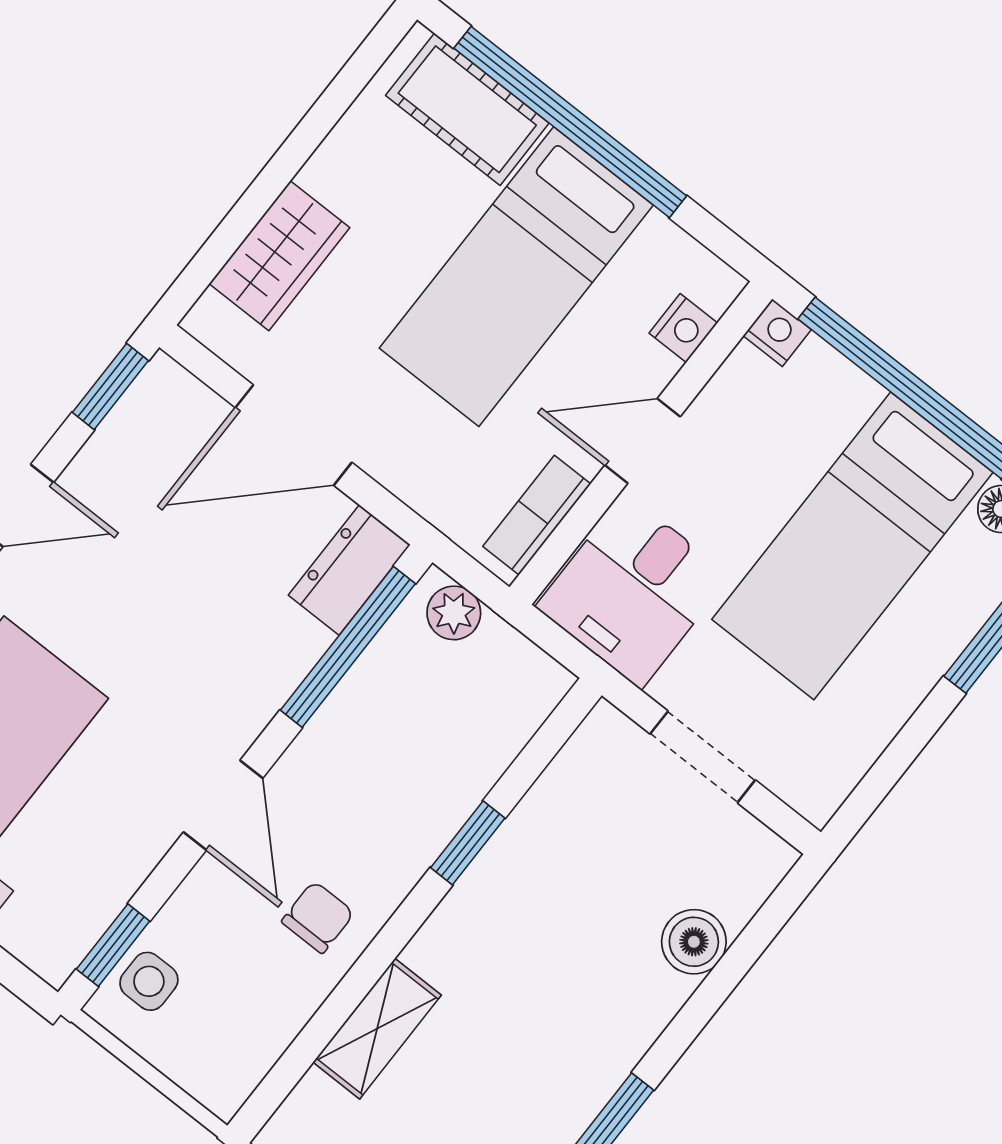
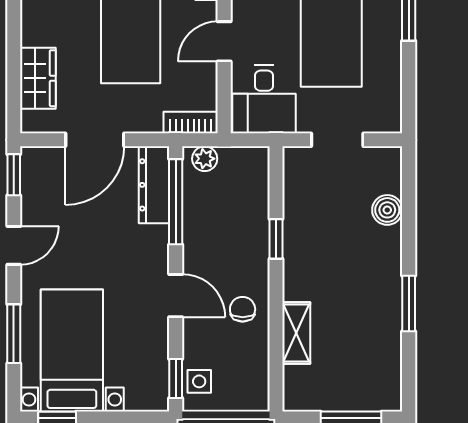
bookcase: (537, 515) -> (191, 122), moved, turned 90
dresser: (349, 570) -> (154, 185), width x1.44

